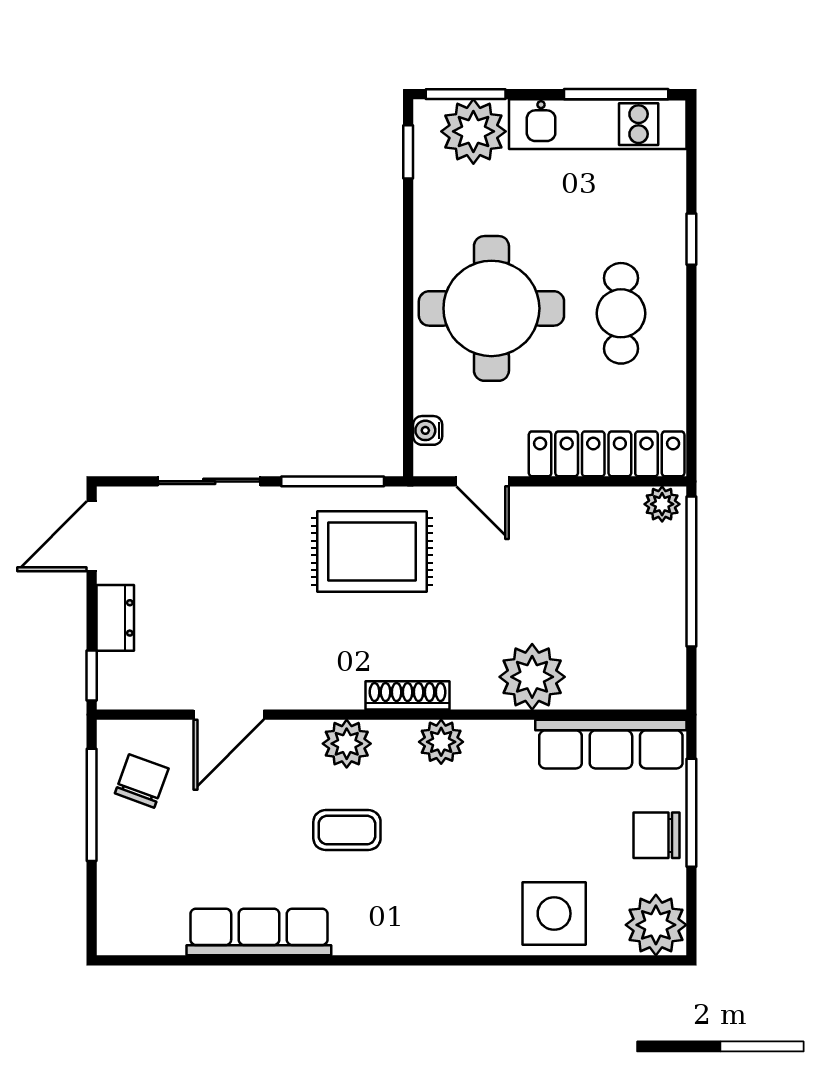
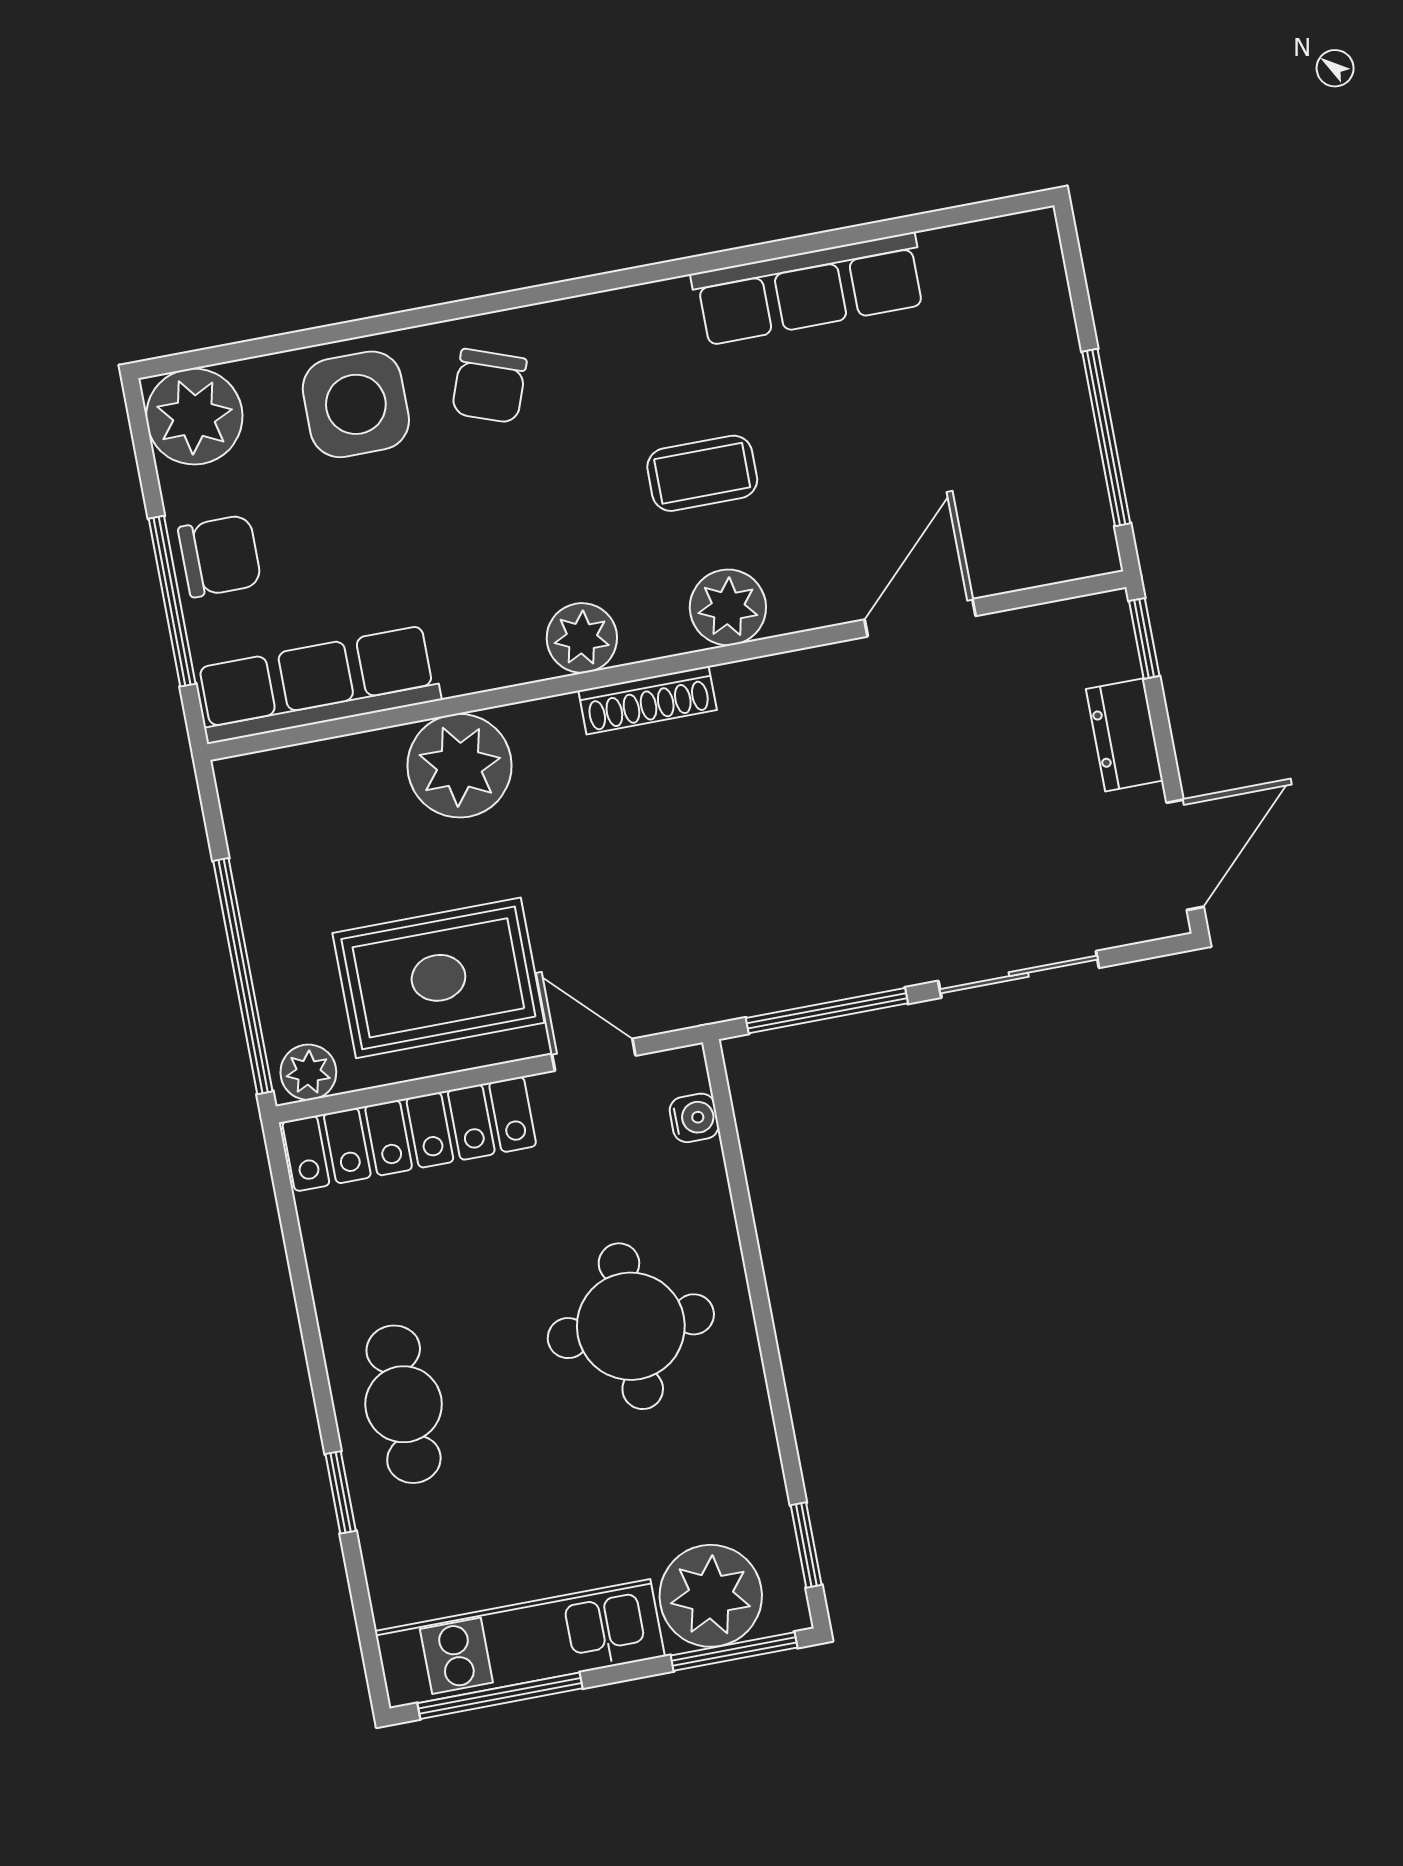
round table: (491, 308) -> (631, 1326), width x0.73, depth x0.73
cafe table: (621, 313) -> (404, 1404), moved
rug: (372, 552) -> (438, 978), moved
chair: (142, 781) -> (489, 386), moved

